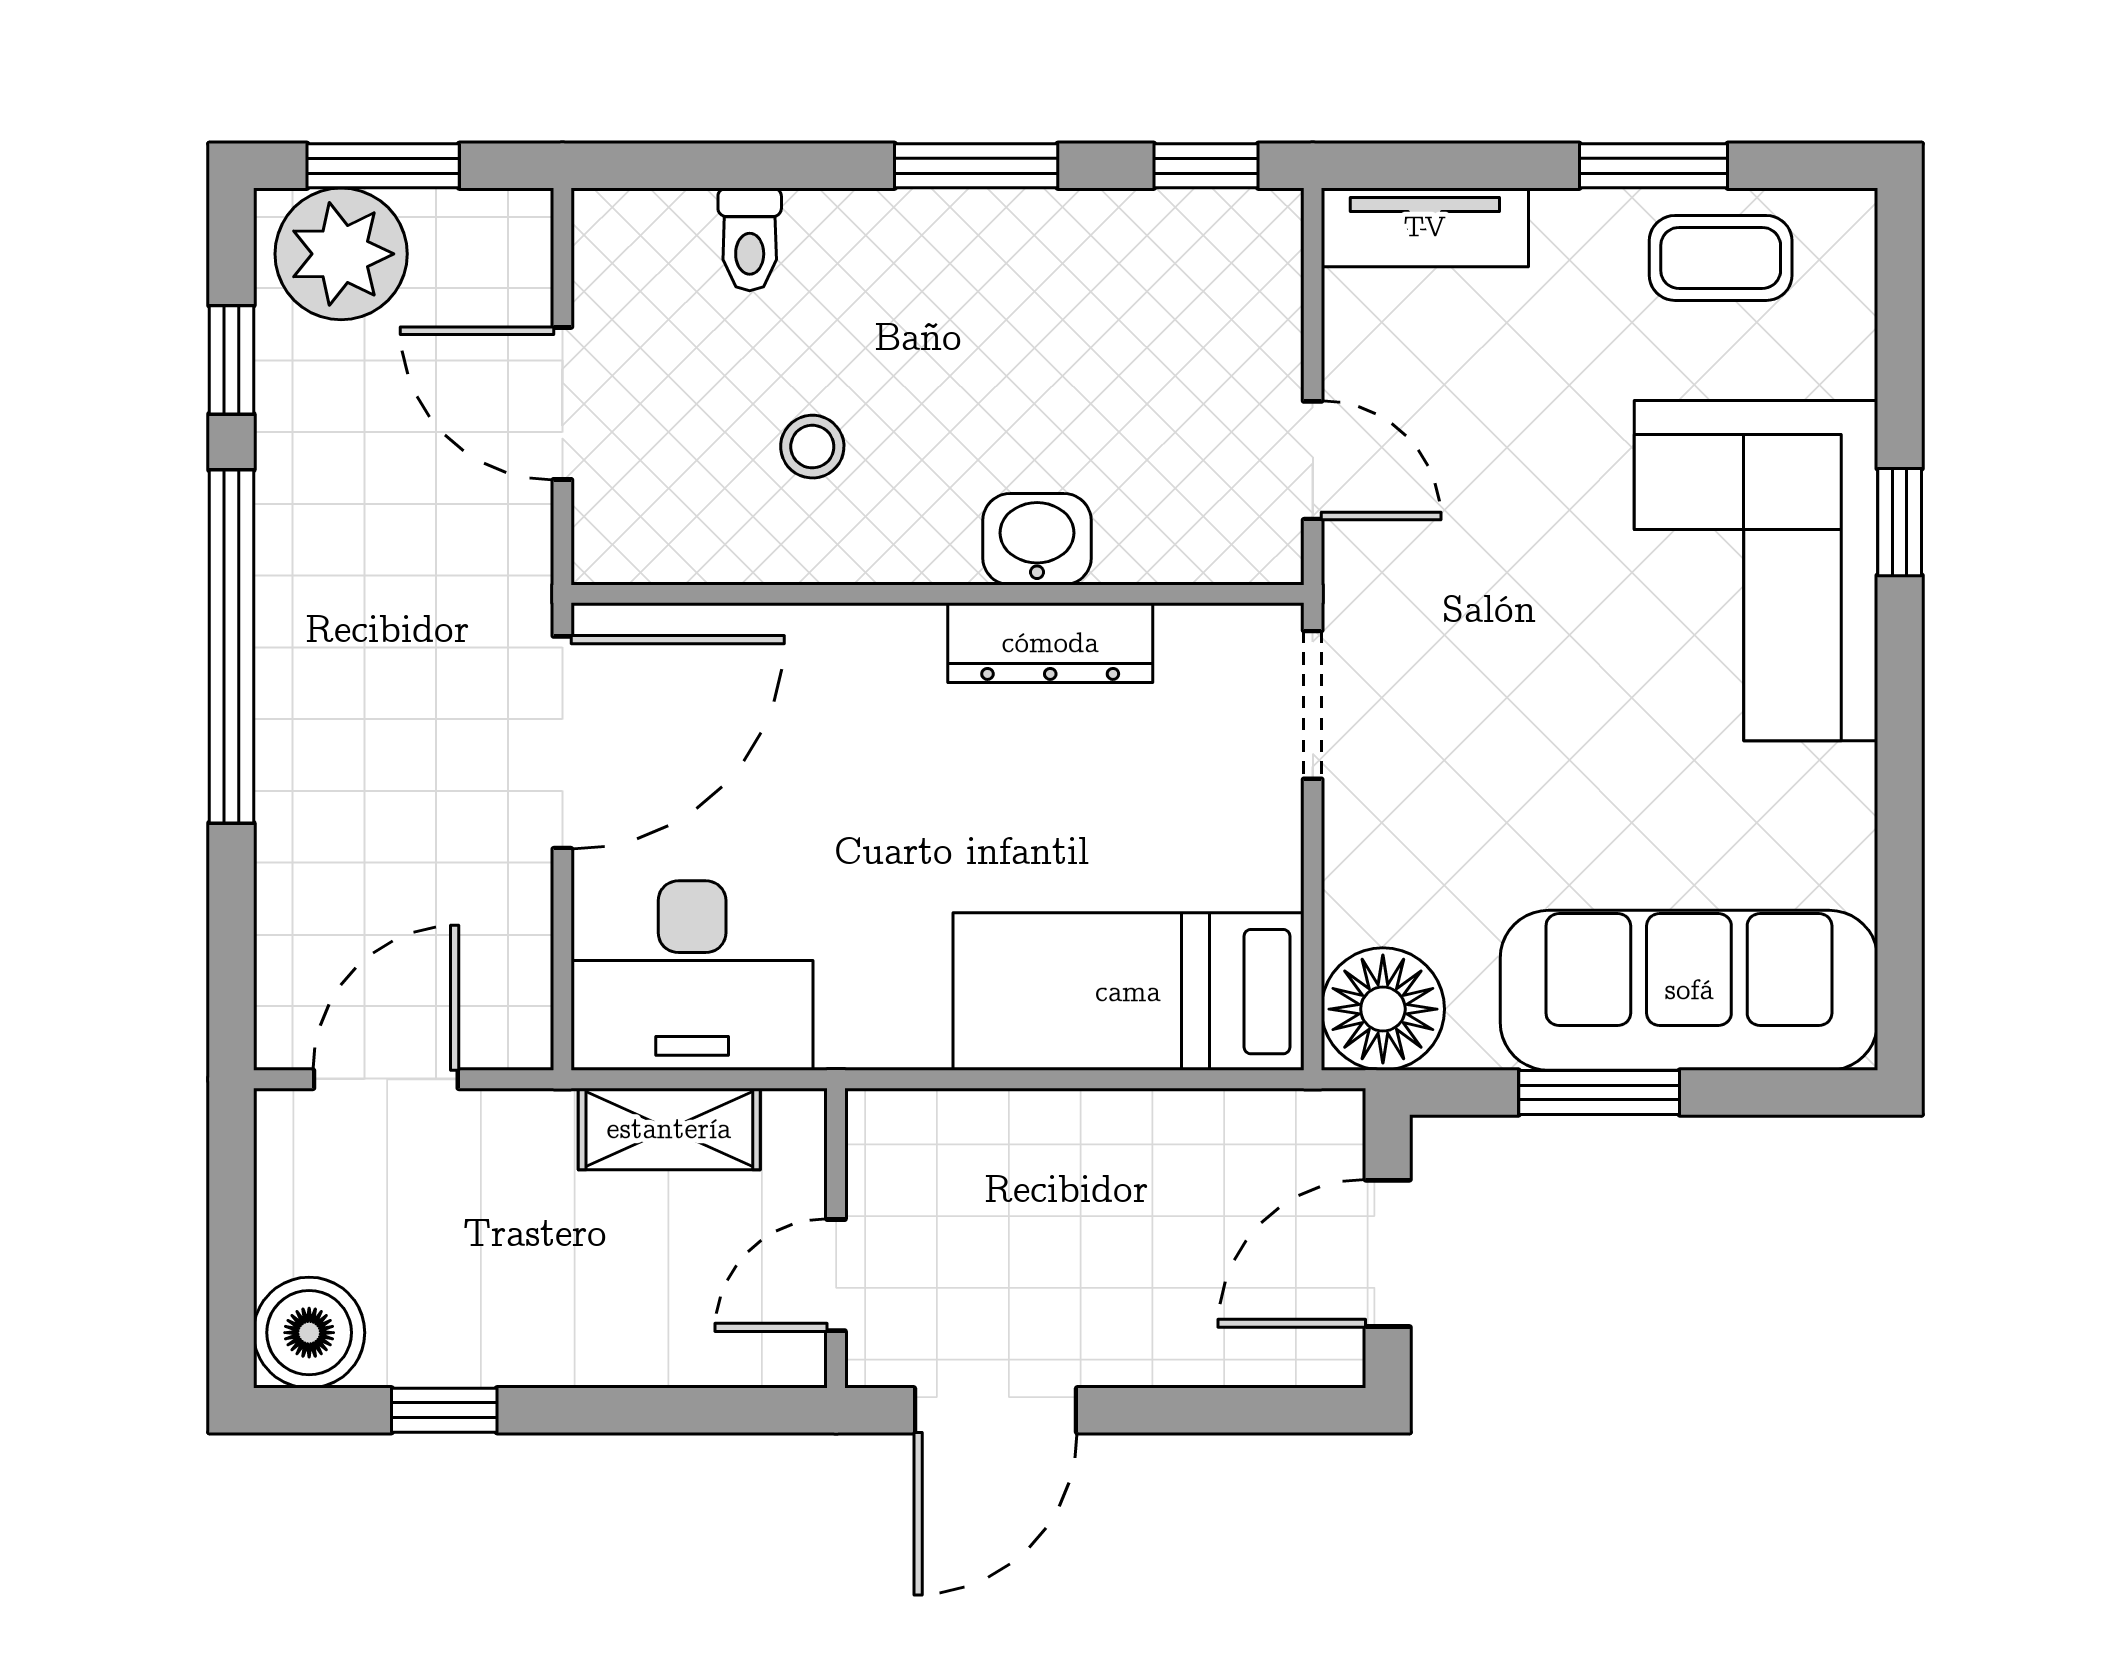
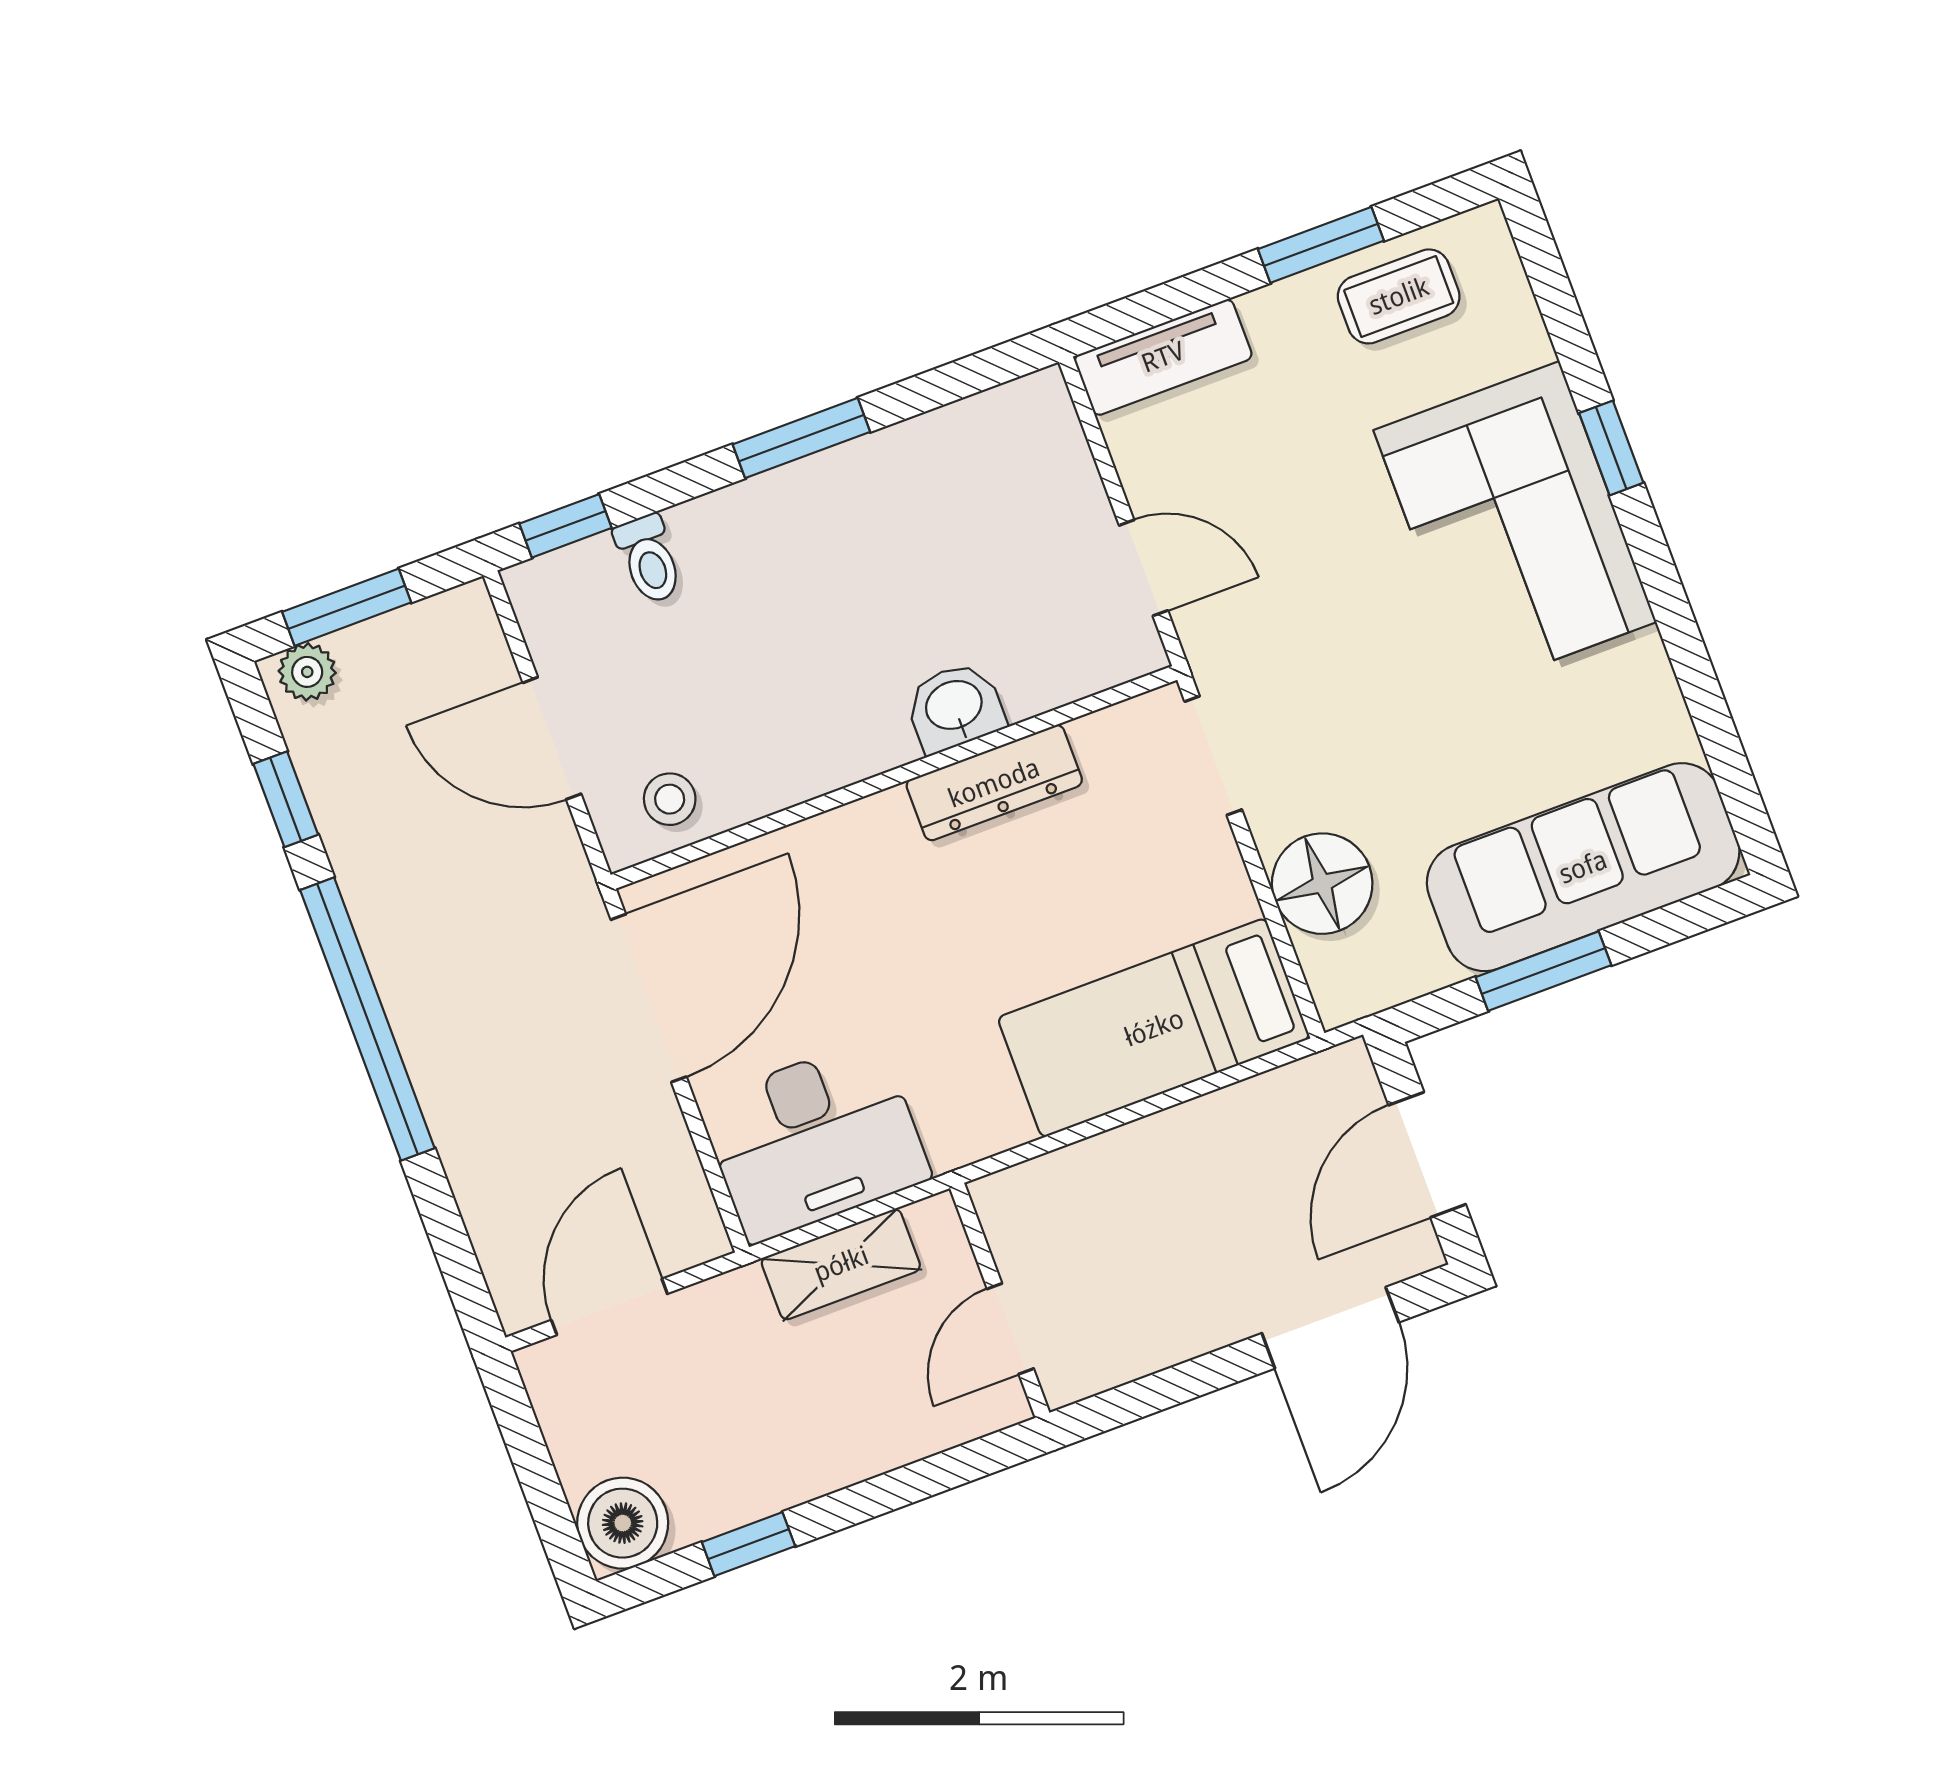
window: (1206, 166) -> (565, 526), moved
plant: (341, 254) -> (307, 672), width x0.53, depth x0.53
stool: (812, 447) -> (670, 799), moved
floor lamp: (1383, 1009) -> (1322, 884), moved
door: (996, 1410) -> (1330, 1328), moved

